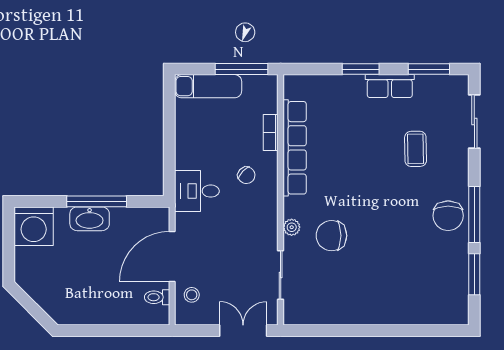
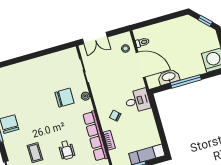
wheelchair: (355, 137) -> (67, 150), added
washbasin: (90, 219) -> (169, 77), moved
door: (172, 257) -> (141, 65), hinge flipped
window: (29, 304) -> (205, 21), added

